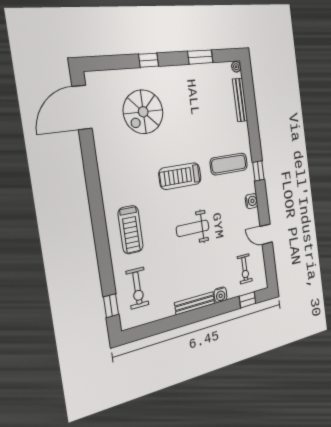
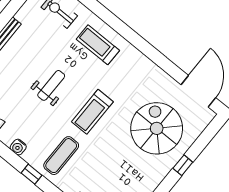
spiral stairs: (143, 112) -> (157, 128), width x1.37, depth x1.37
treadmill: (180, 176) -> (92, 112), turned 180

